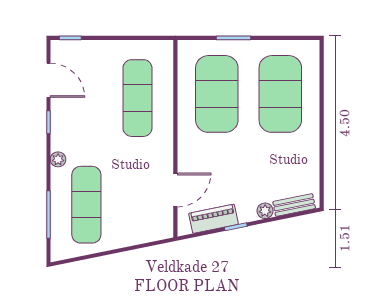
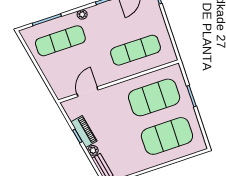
door: (175, 190) -> (87, 92), swing flipped
piano: (213, 219) -> (84, 131), moved

